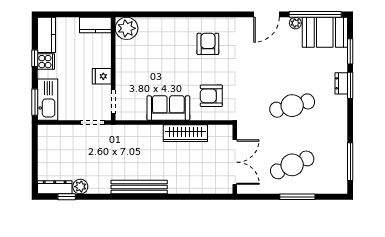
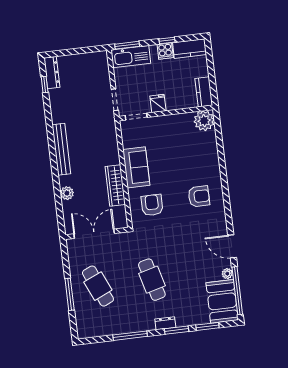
dresser: (341, 83) -> (165, 323), moved
double door: (235, 162) -> (94, 234), swing flipped
window: (350, 162) -> (130, 336), moved
plant: (80, 187) -> (67, 193), moved

